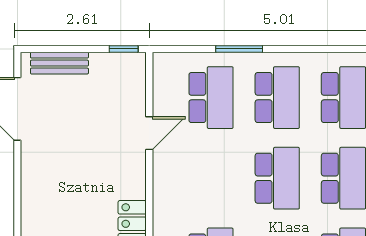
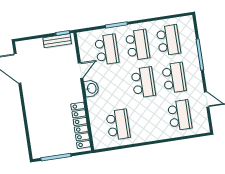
bench: (59, 63) -> (57, 41), moved
washbasin: (166, 174) -> (91, 88), added

